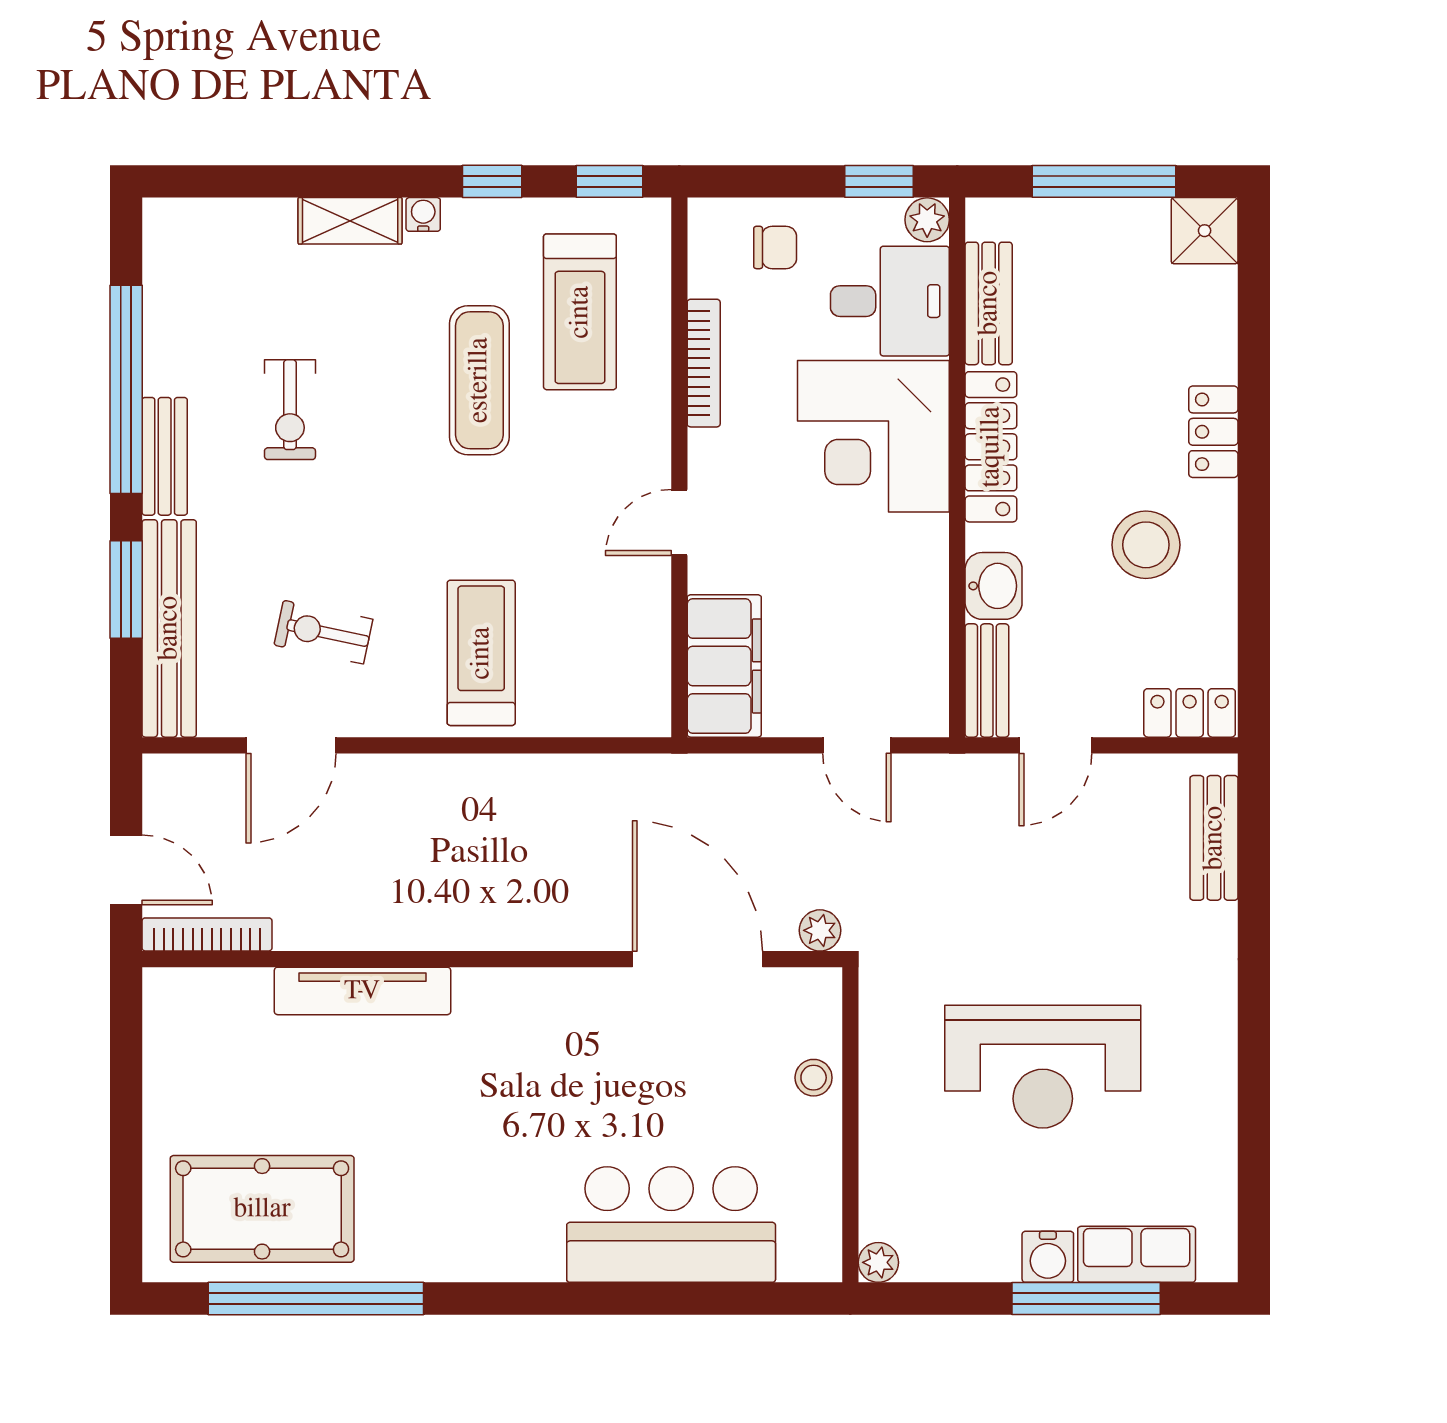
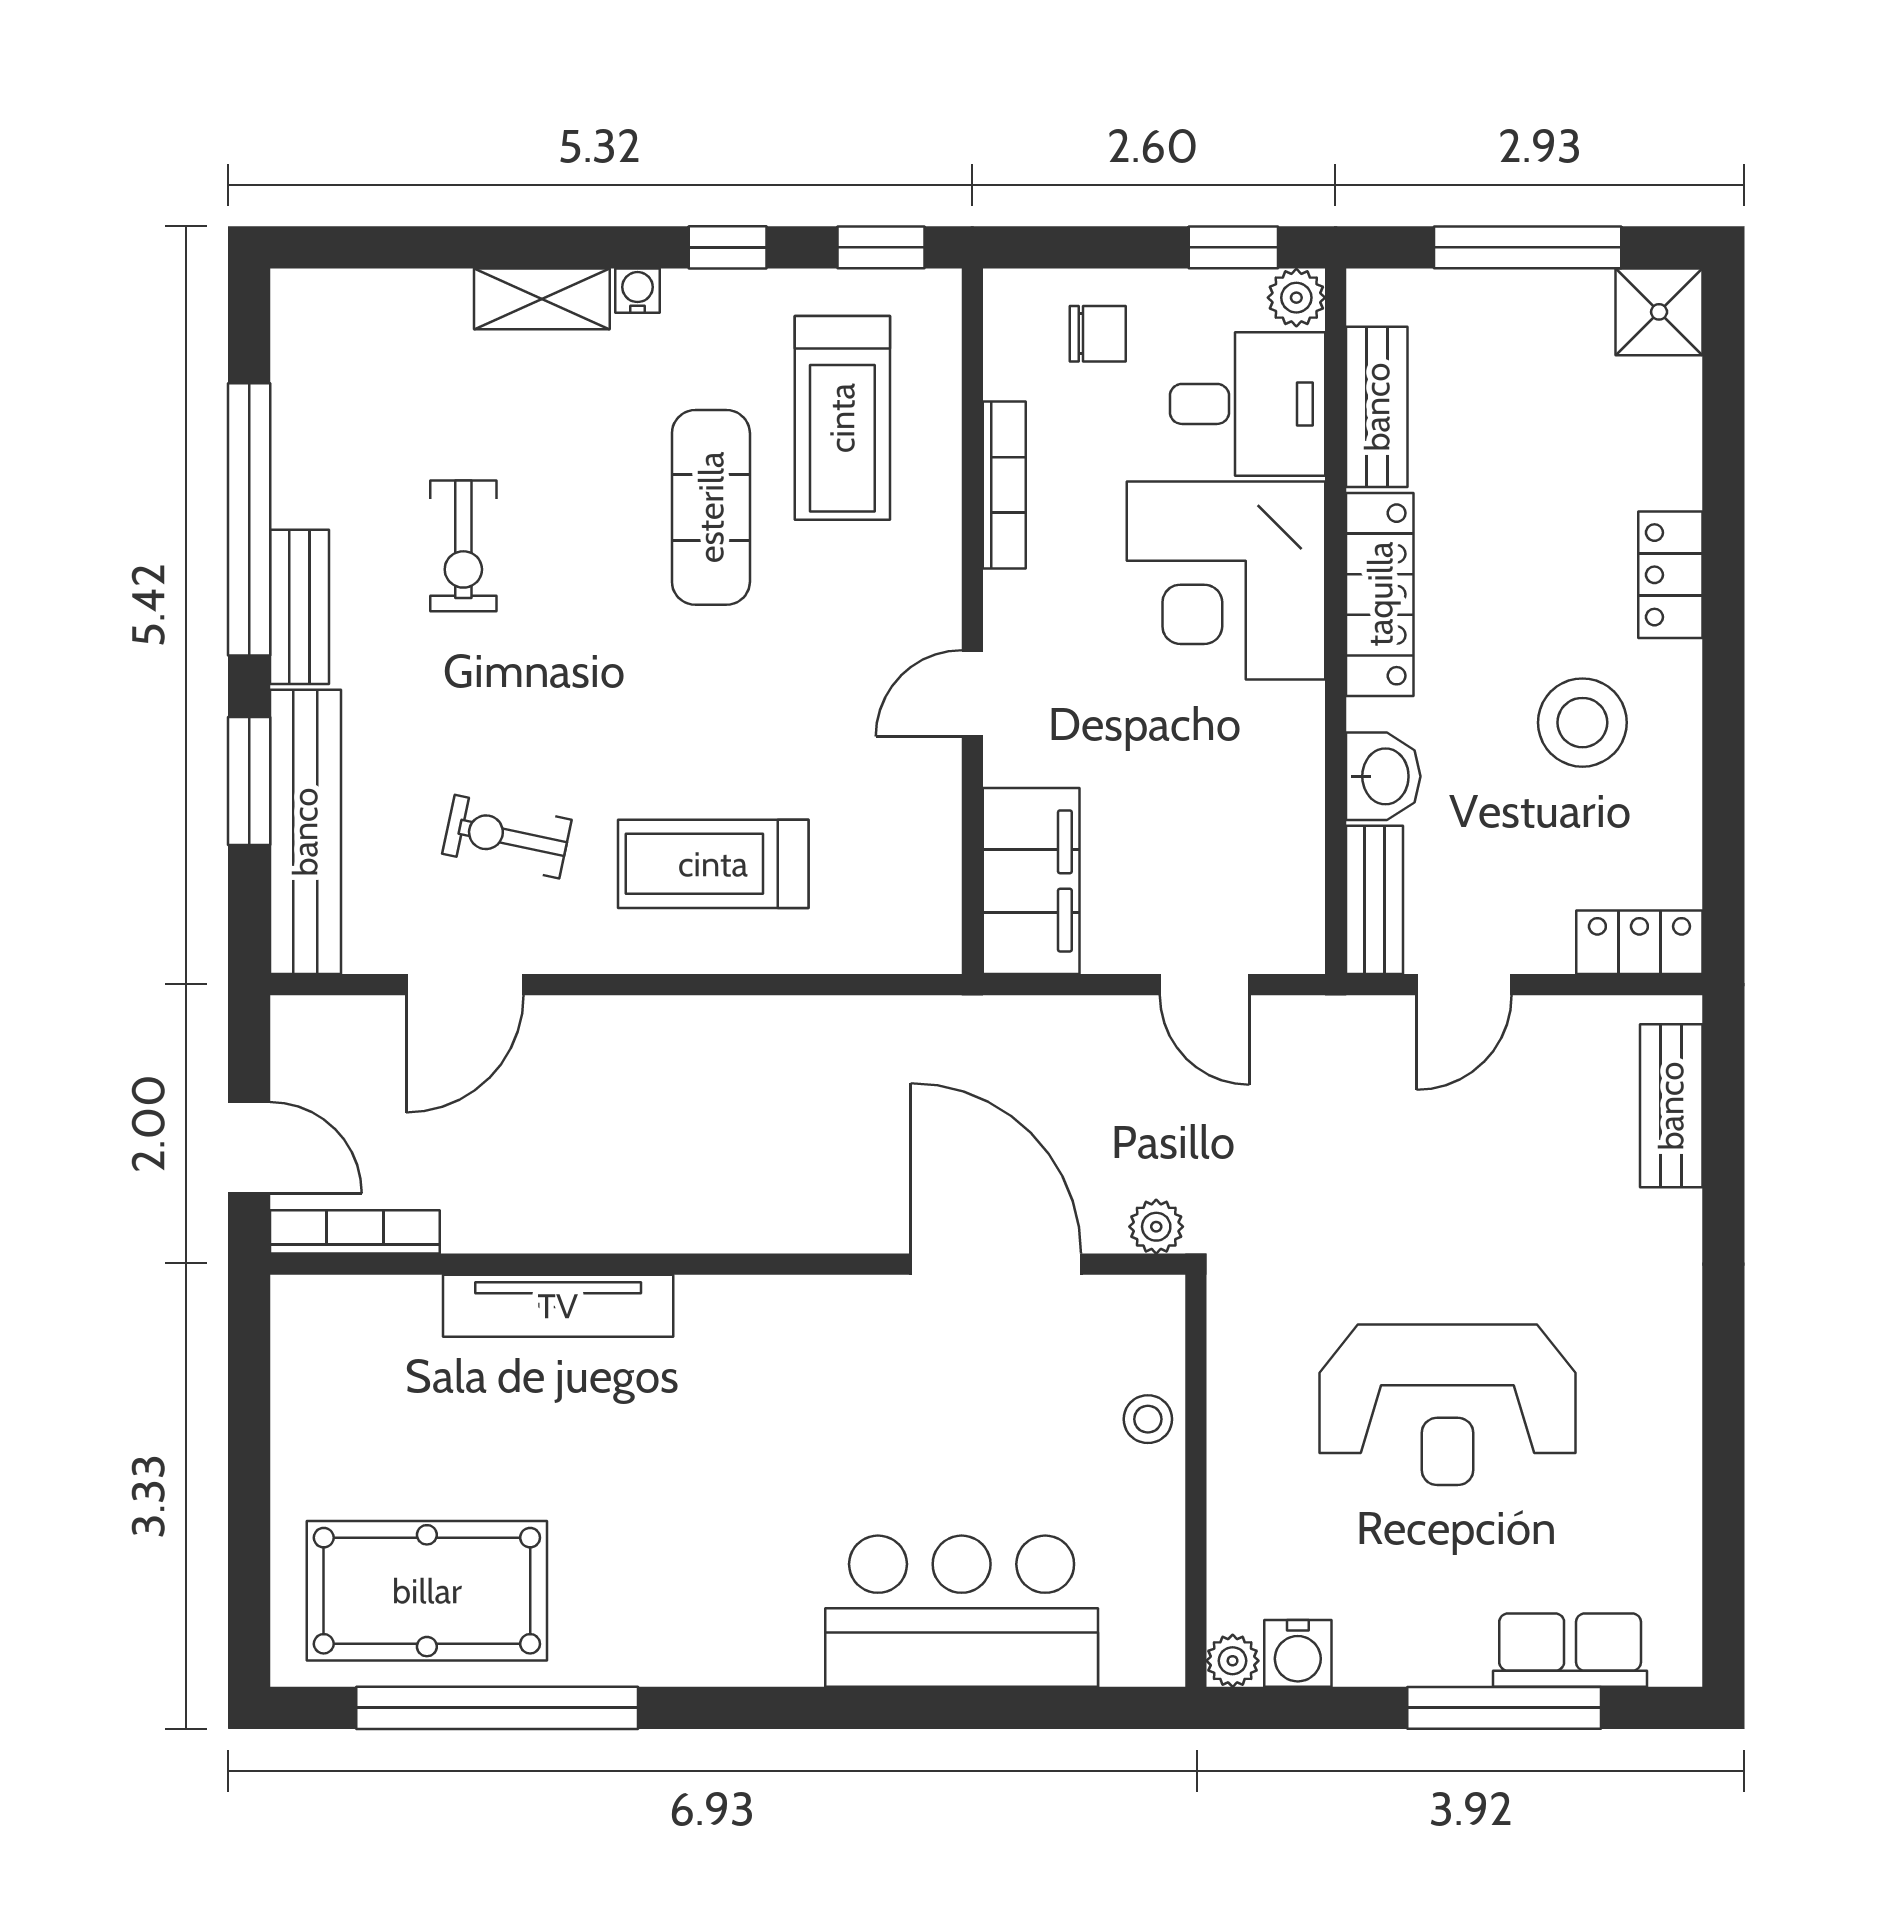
treadmill: (481, 653) -> (713, 864), turned -90
water cooler: (1048, 1257) -> (1298, 1653), moved

